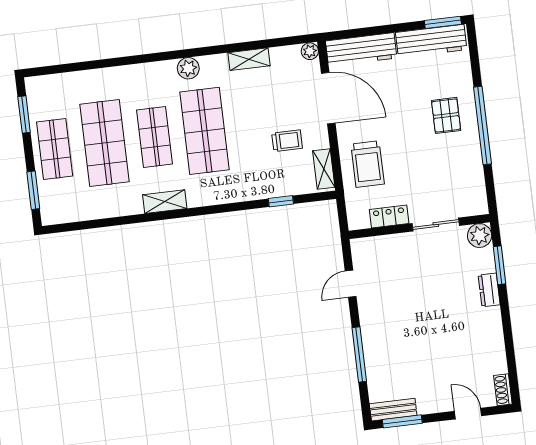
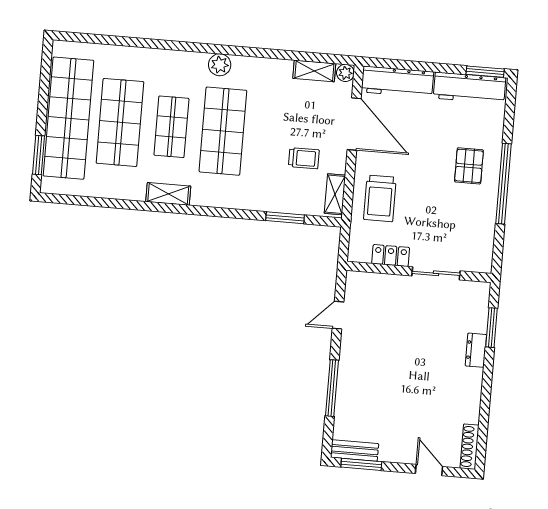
shelving: (249, 59) -> (314, 71), moved
window: (24, 115) -> (45, 77), removed
shop shelf: (55, 149) -> (68, 118), width x2.00, depth x1.36
window: (281, 201) -> (285, 218), width x1.50
plant: (480, 236) -> (478, 293), removed
shoe rack: (503, 390) -> (469, 447), width x1.43

